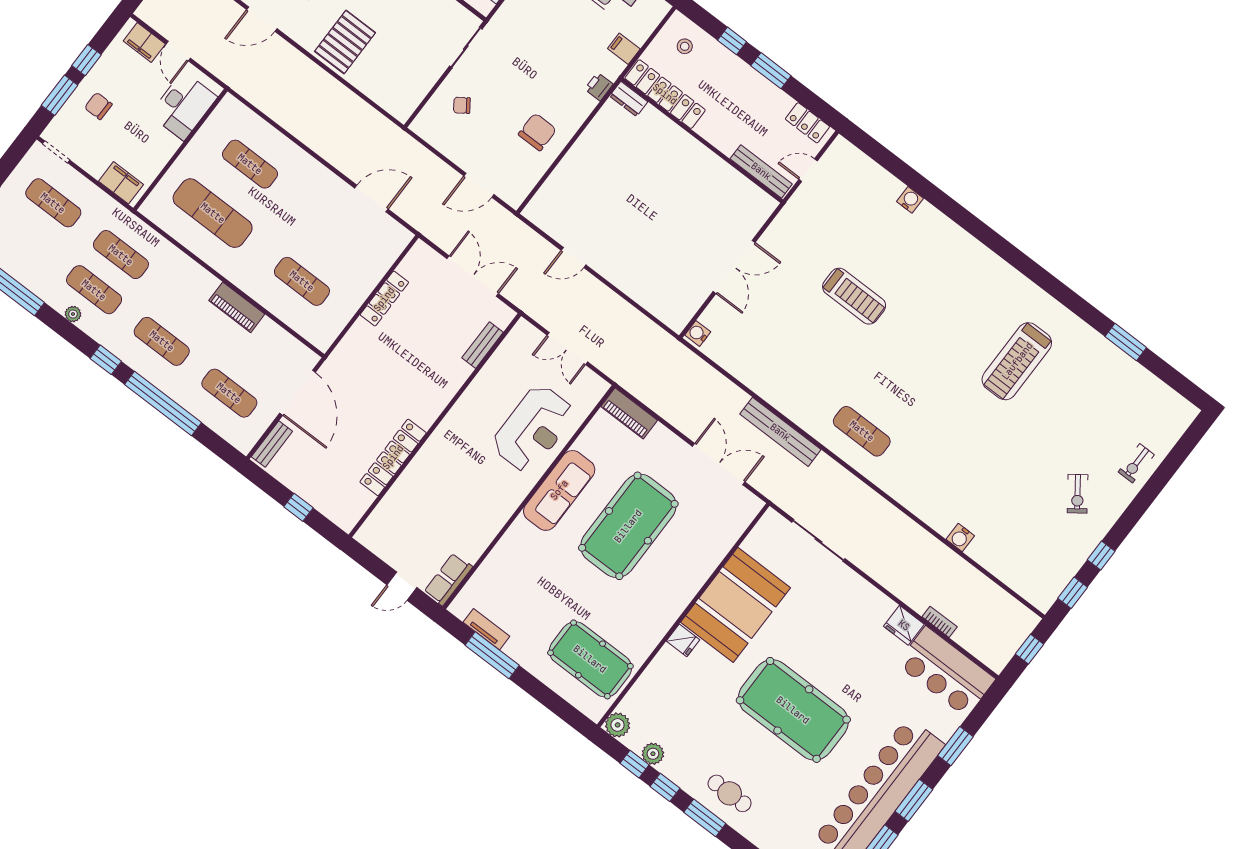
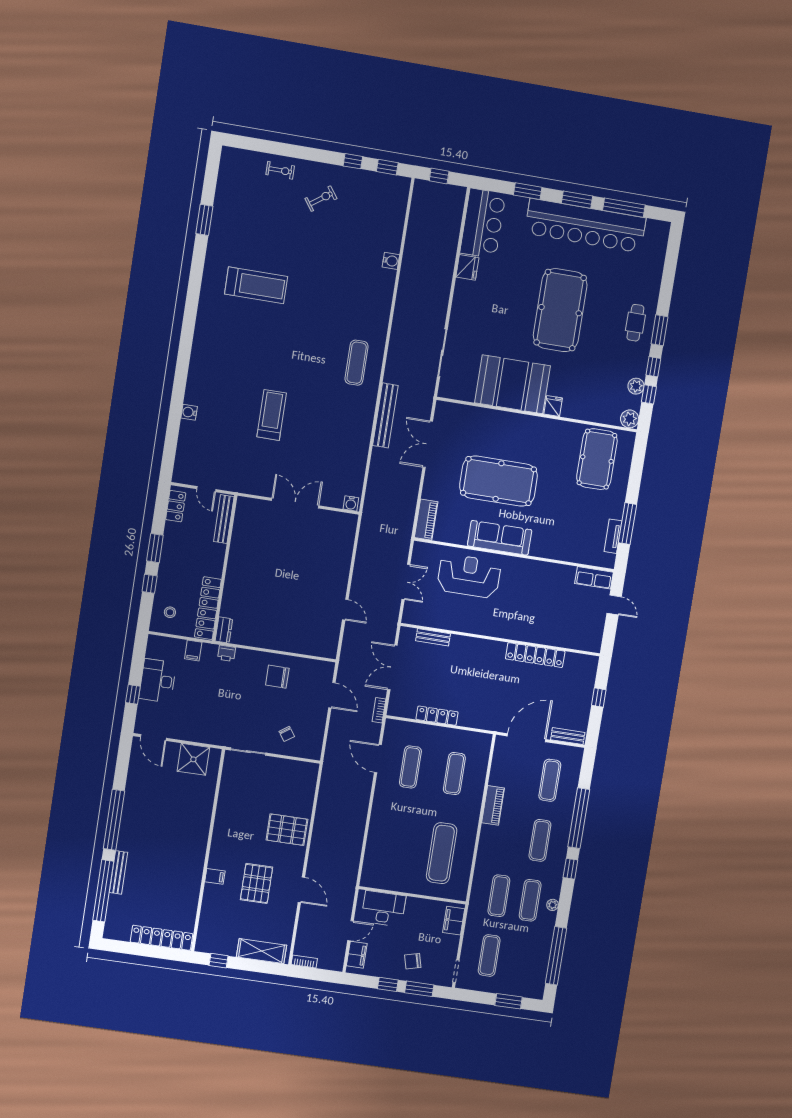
chair: (98, 106) -> (413, 961), turned 75
exercise mat: (250, 164) -> (410, 767), moved
bookcase: (940, 622) -> (379, 710), moved

